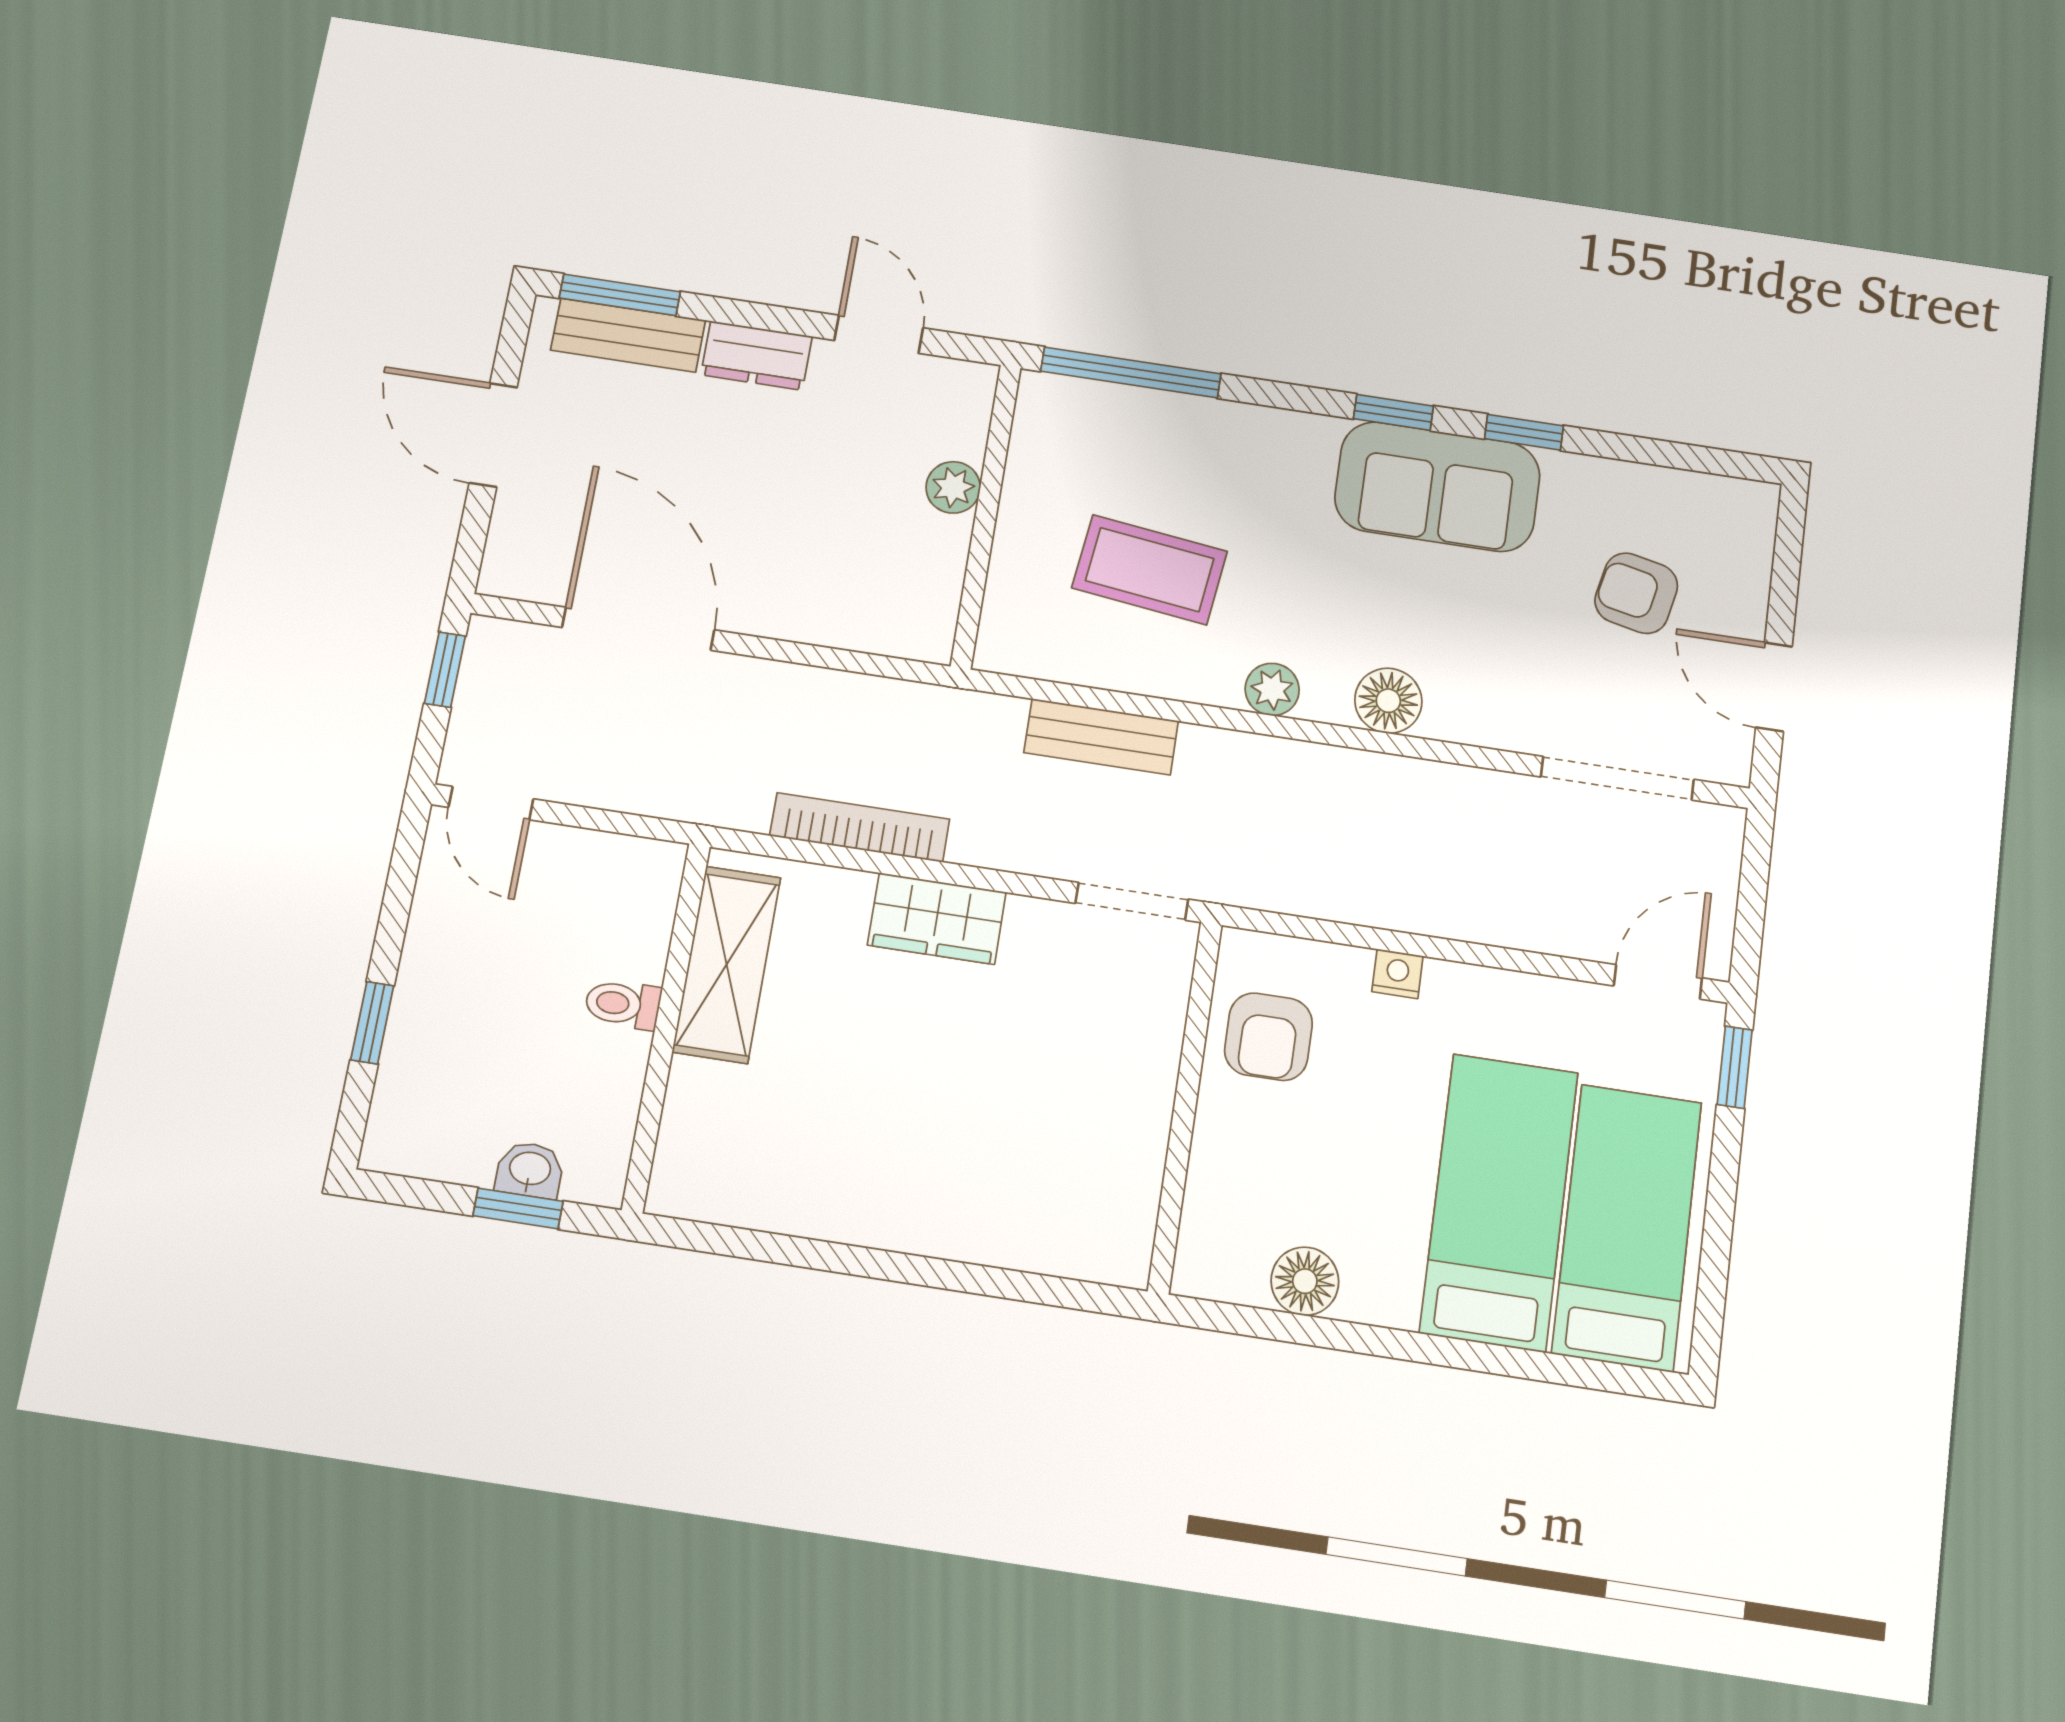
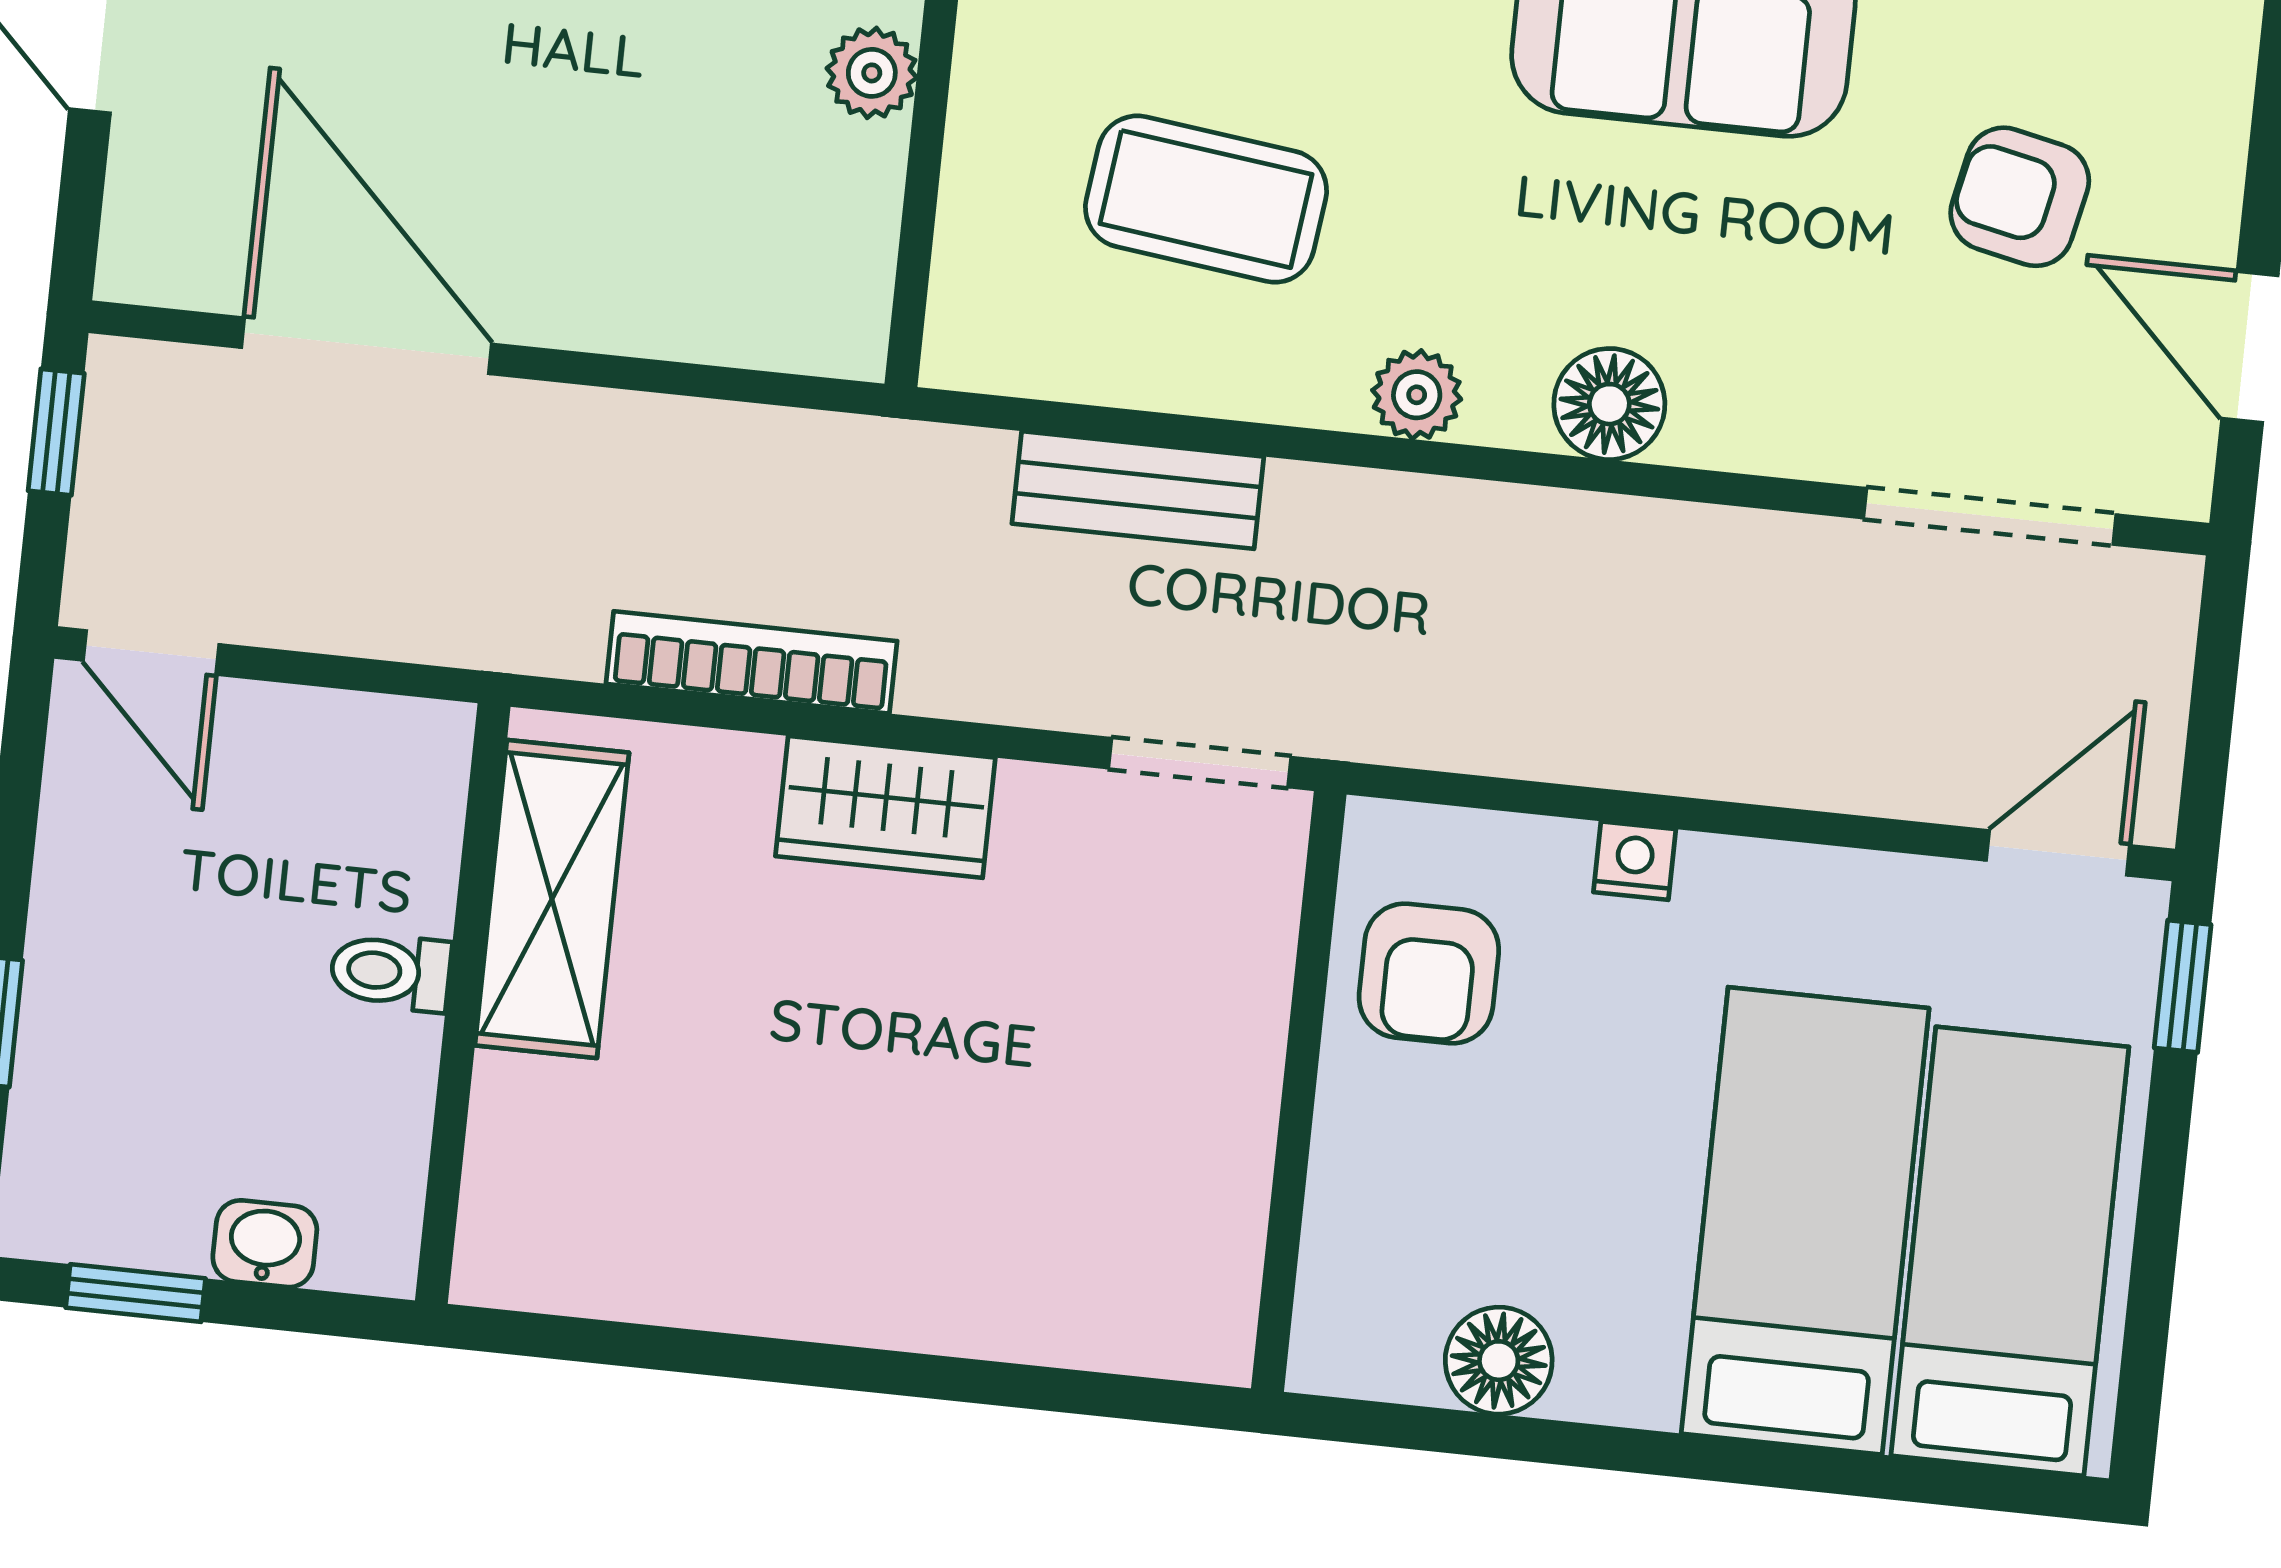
window: (518, 1209) -> (136, 1293), moved

